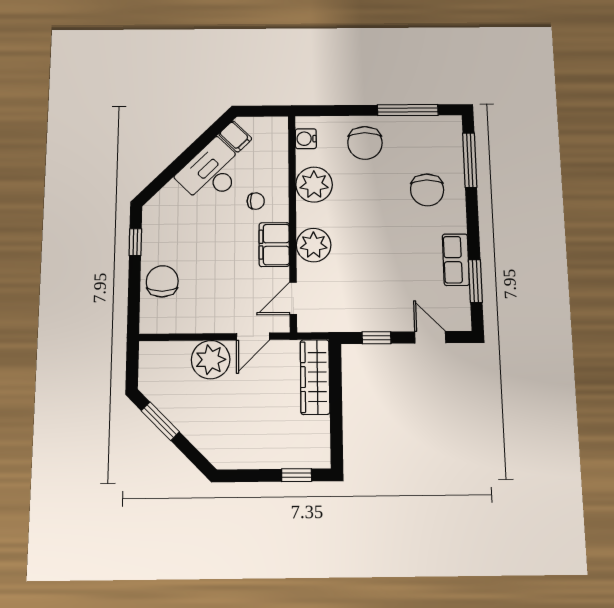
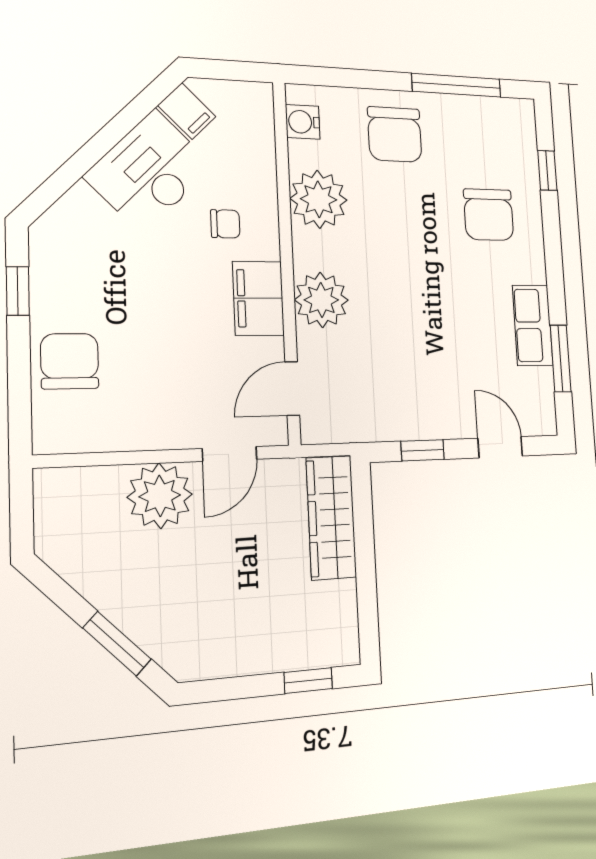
window: (470, 160) -> (547, 170), width x0.46
window: (160, 421) -> (117, 644), moved

